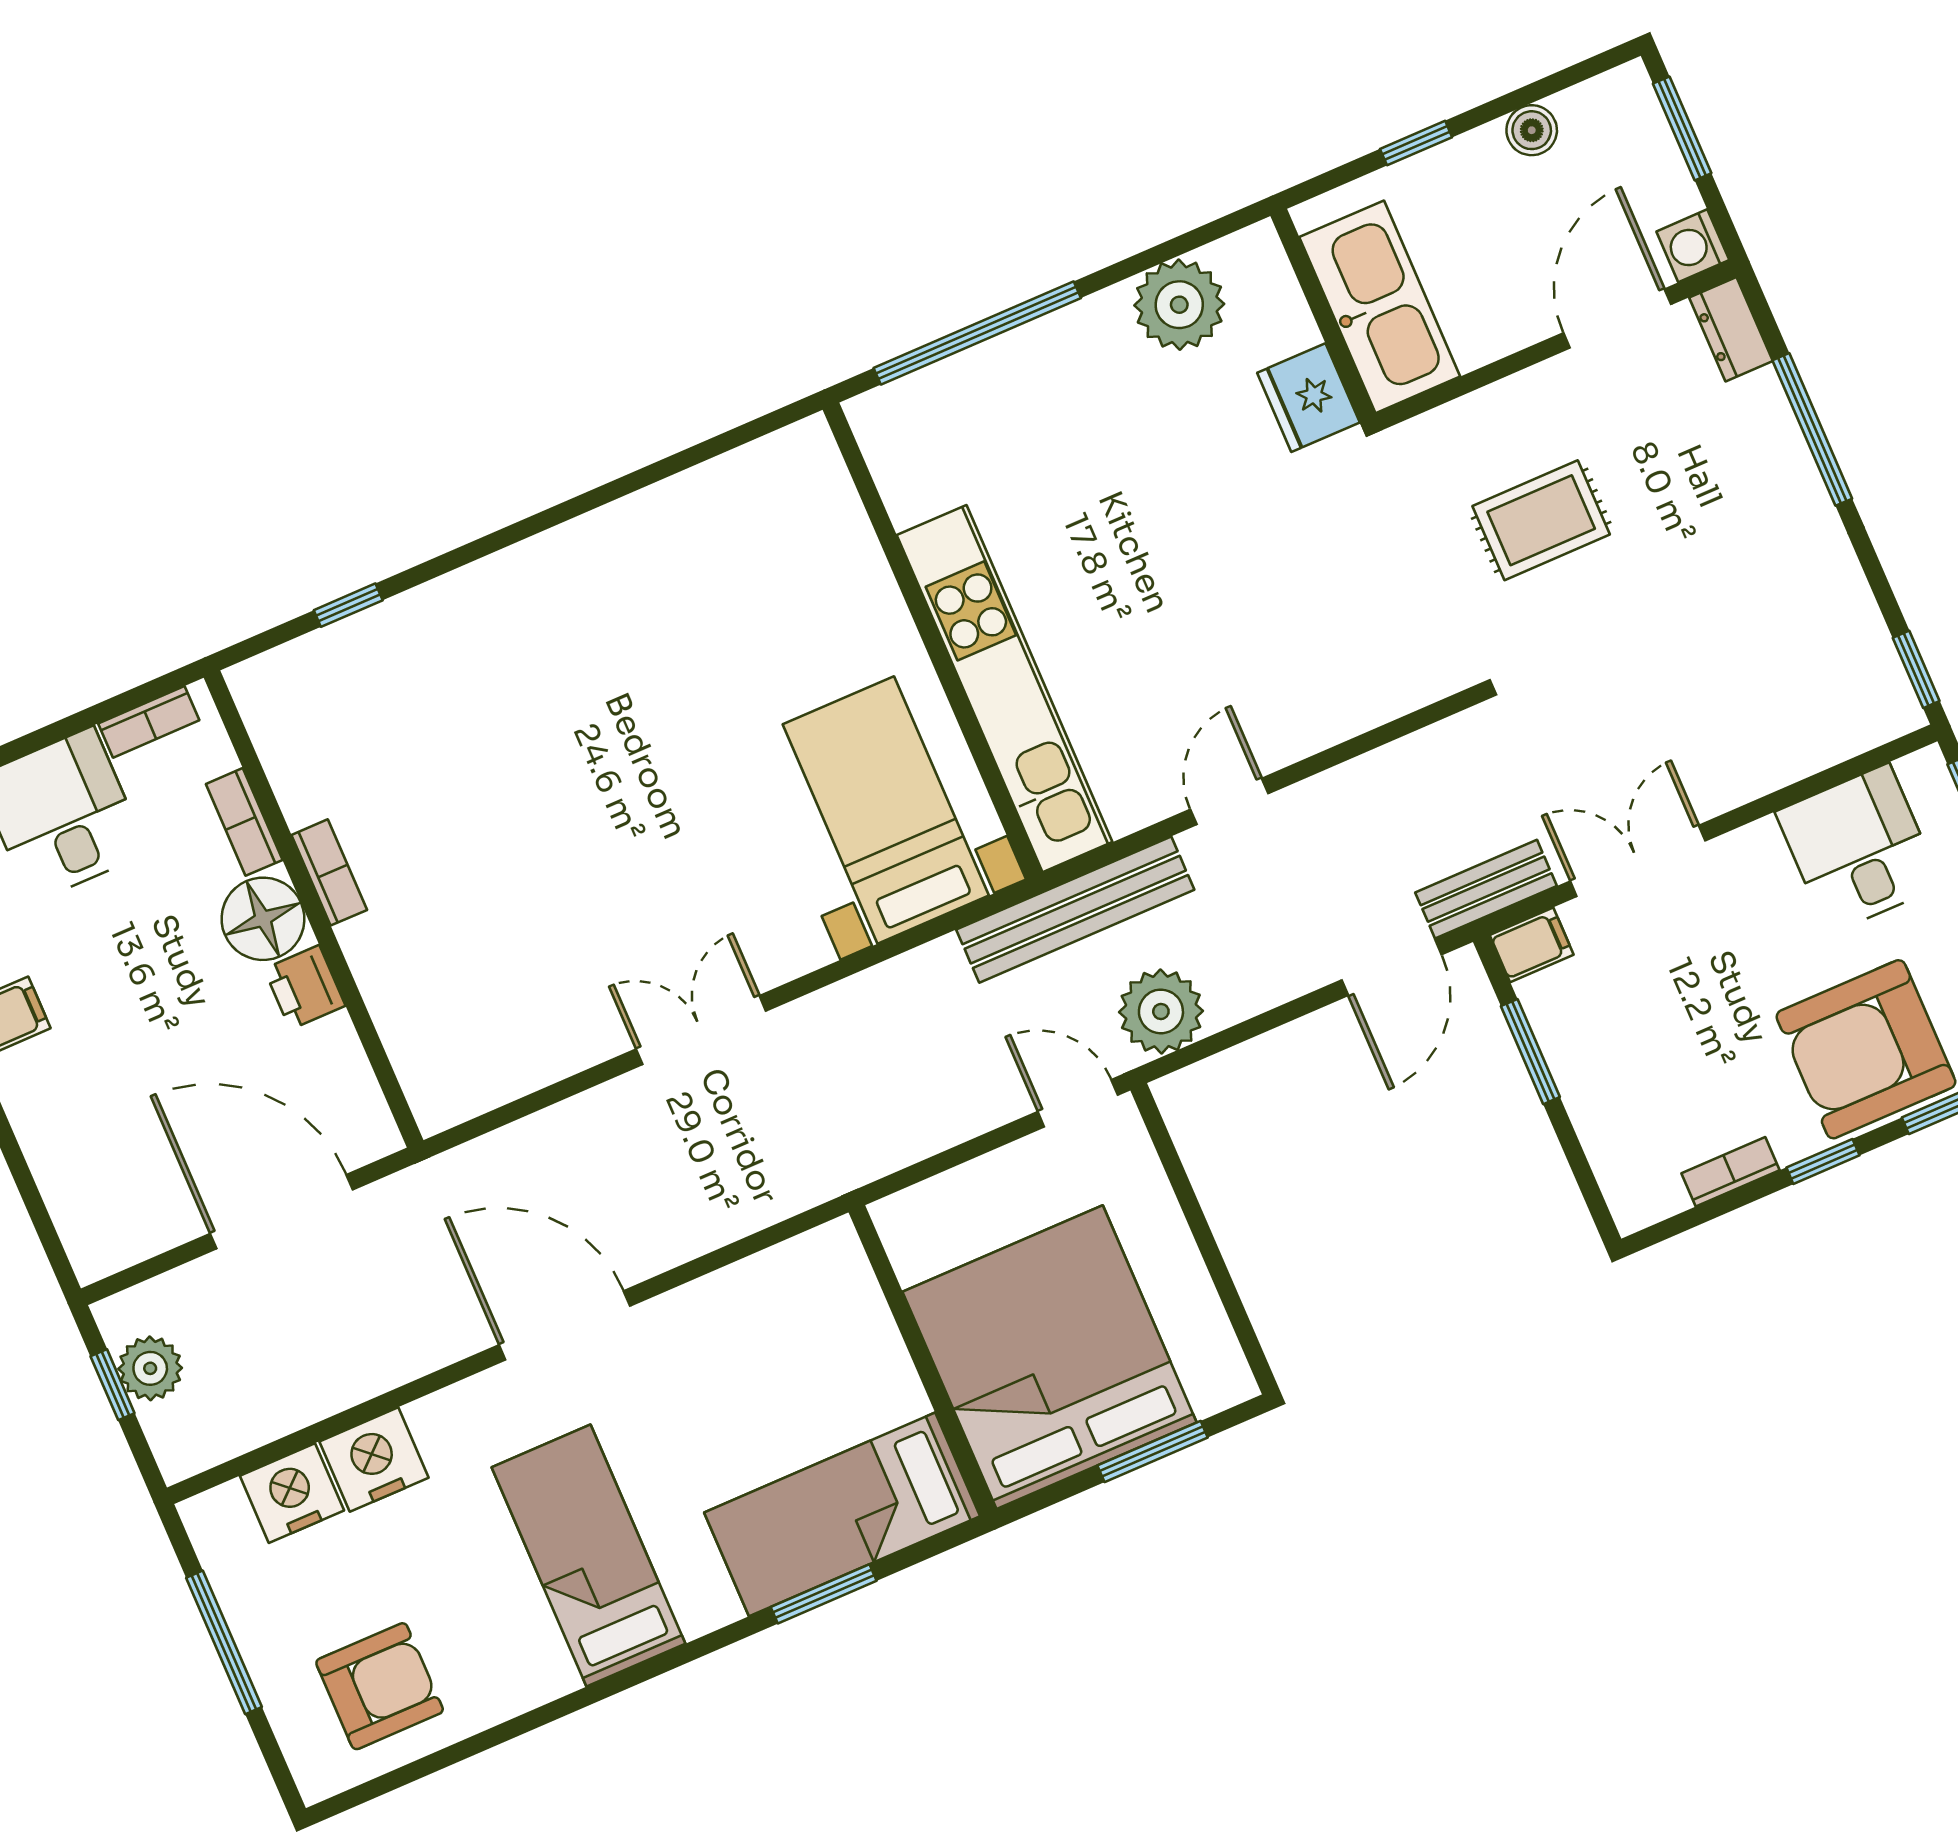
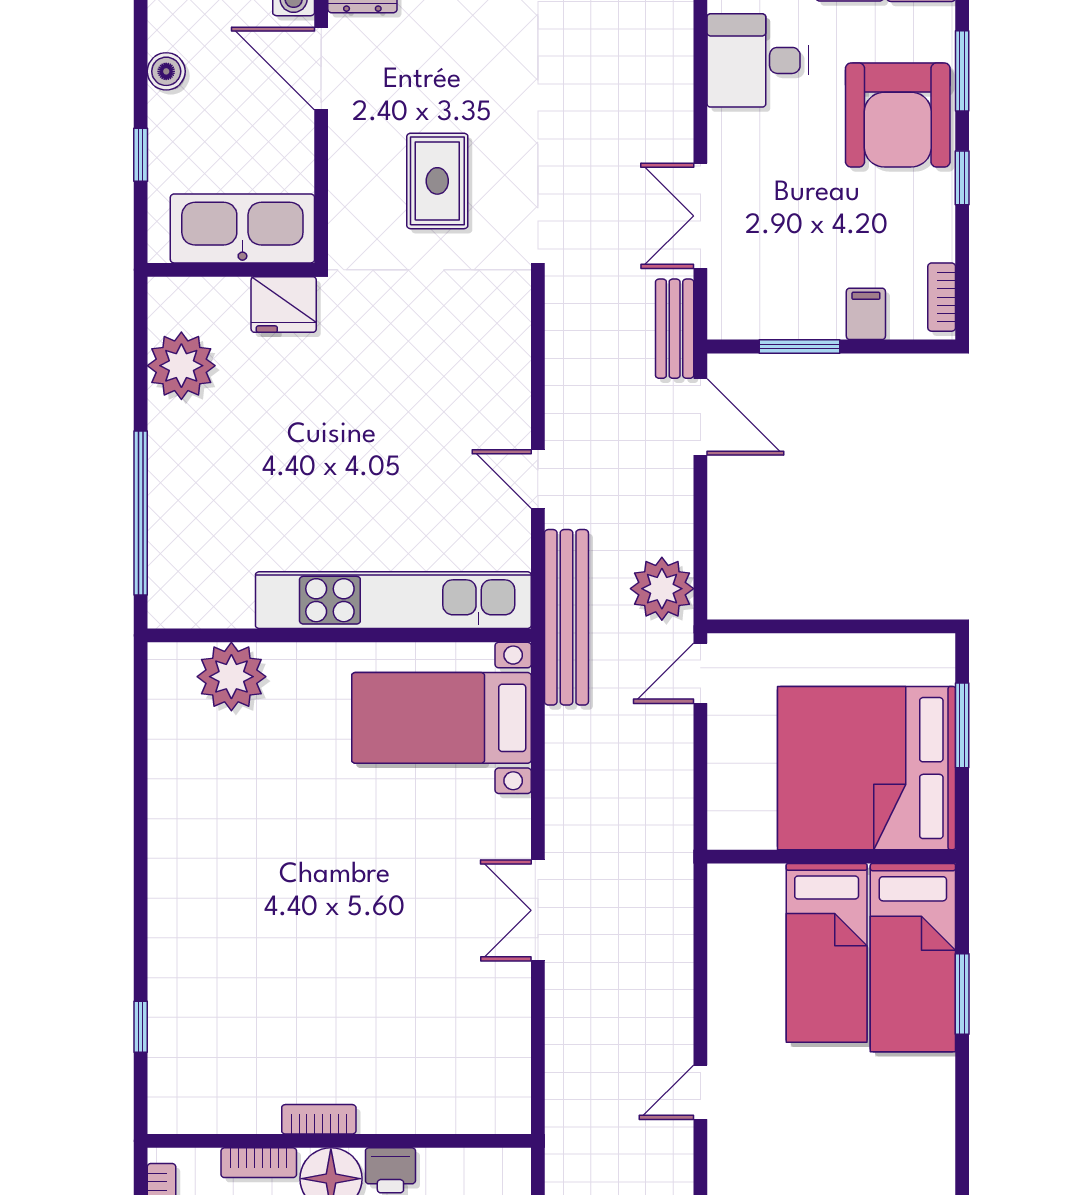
plant: (825, 531) -> (231, 677), added
filing cabinet: (1532, 945) -> (866, 314), moved
bookcase: (1731, 1172) -> (942, 297), moved
door: (565, 1325) -> (700, 1092), width x0.53
bed: (588, 1556) -> (827, 953), moved, turned -90

